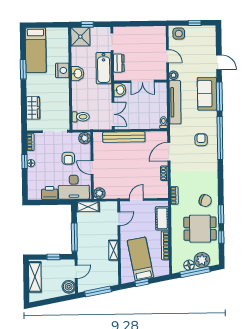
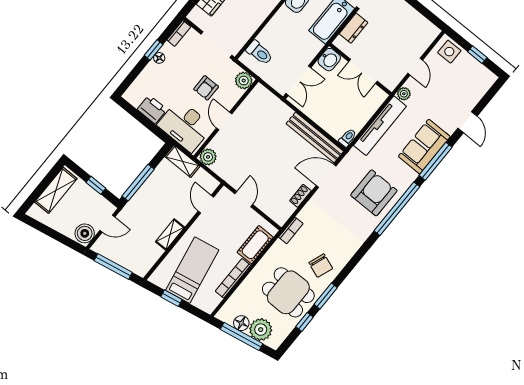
bench: (124, 137) -> (315, 137), moved
armchair: (201, 140) -> (374, 193), width x1.88, depth x1.88
door: (136, 200) -> (244, 199), hinge flipped
door: (119, 219) -> (206, 204), swing flipped

